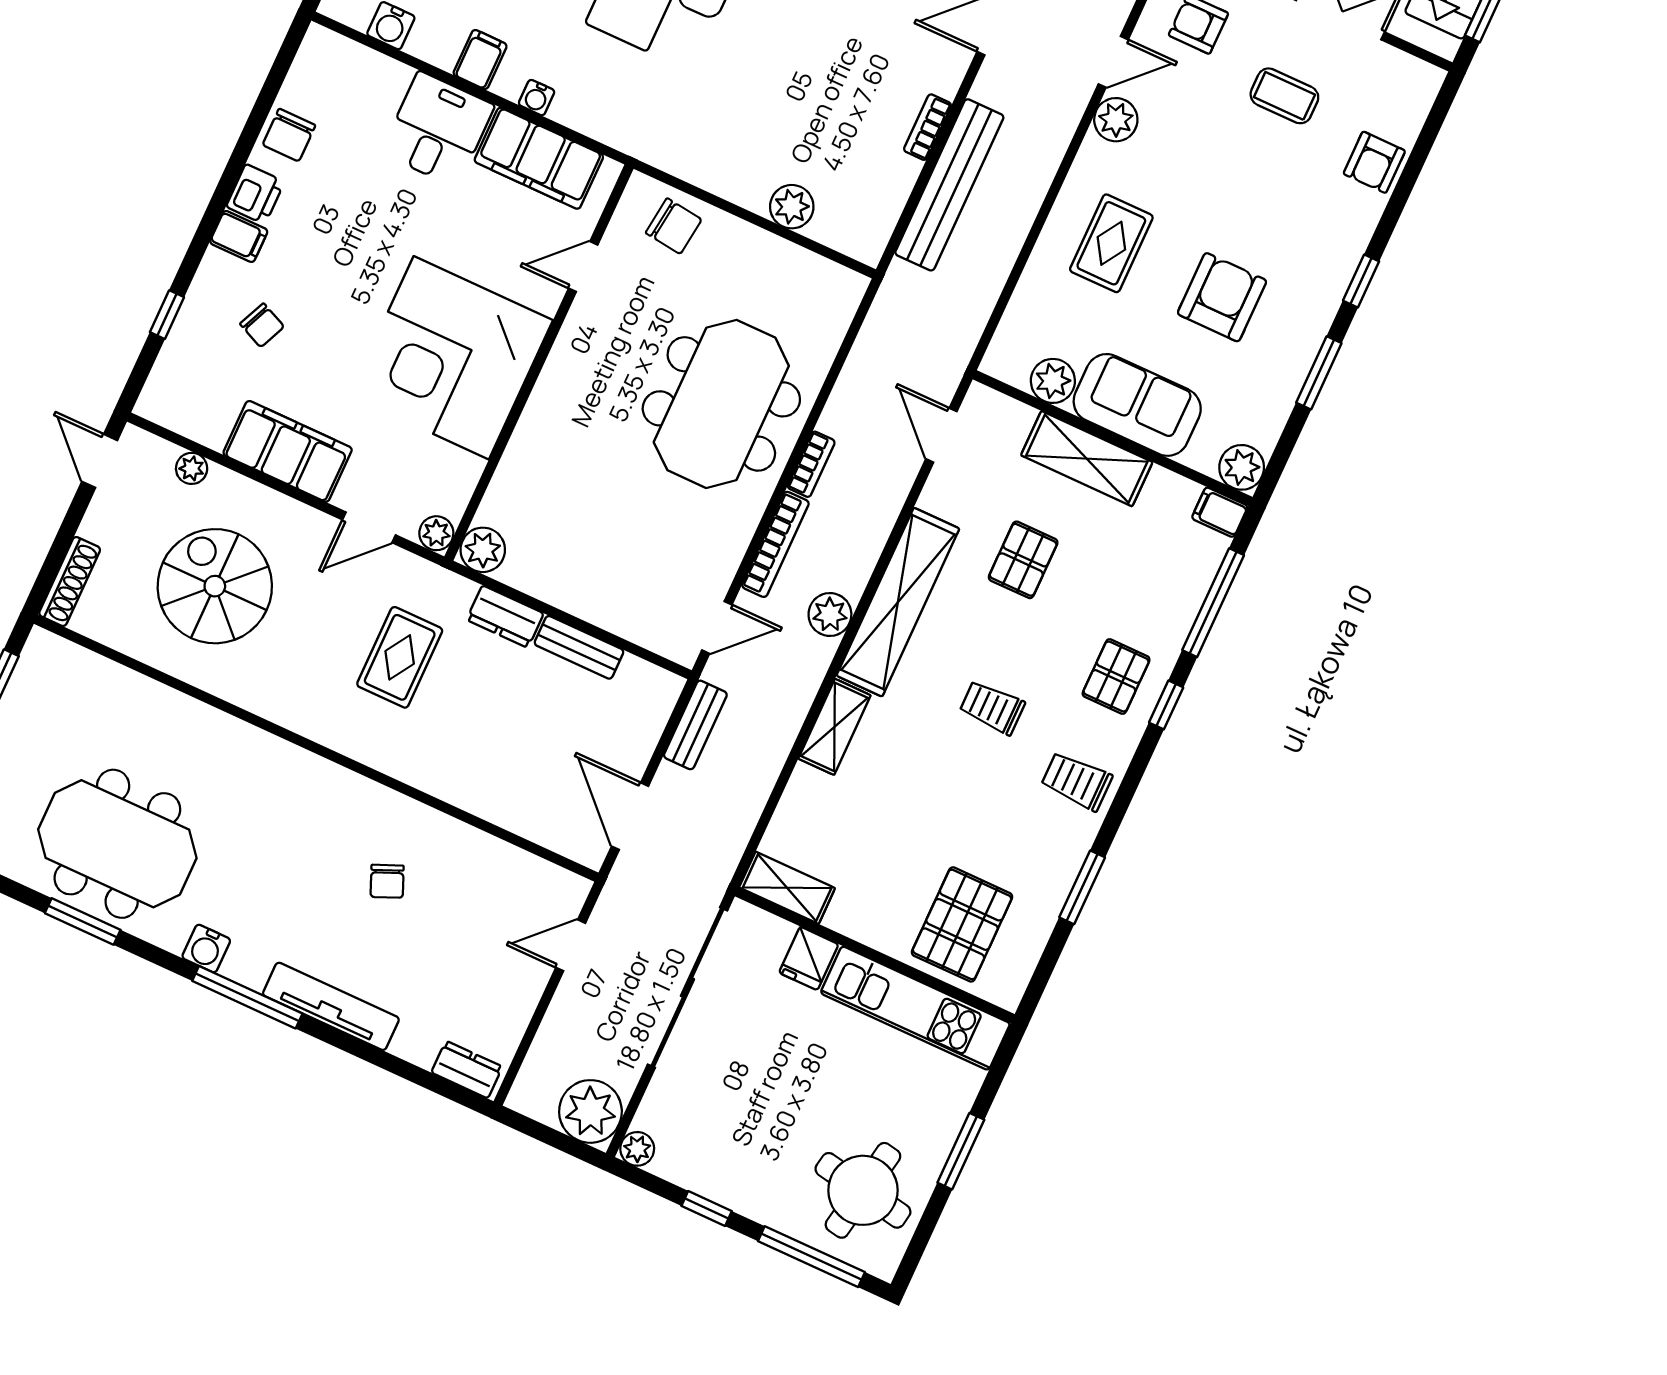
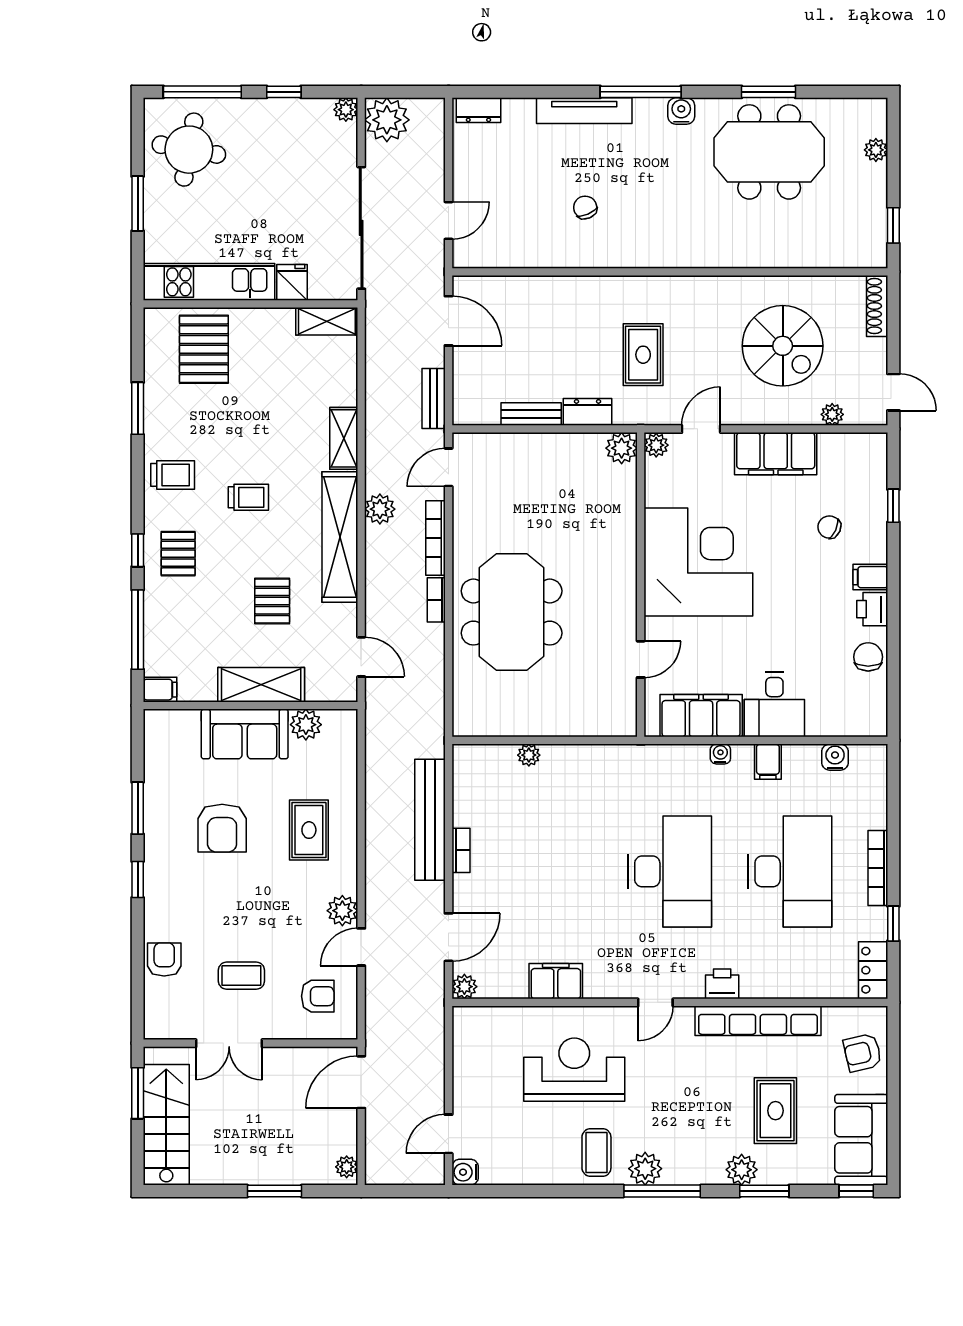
plant: (792, 207) -> (529, 755), width x0.73, depth x0.73
chair: (674, 226) -> (595, 712), removed
plant: (1242, 467) -> (159, 725), removed

